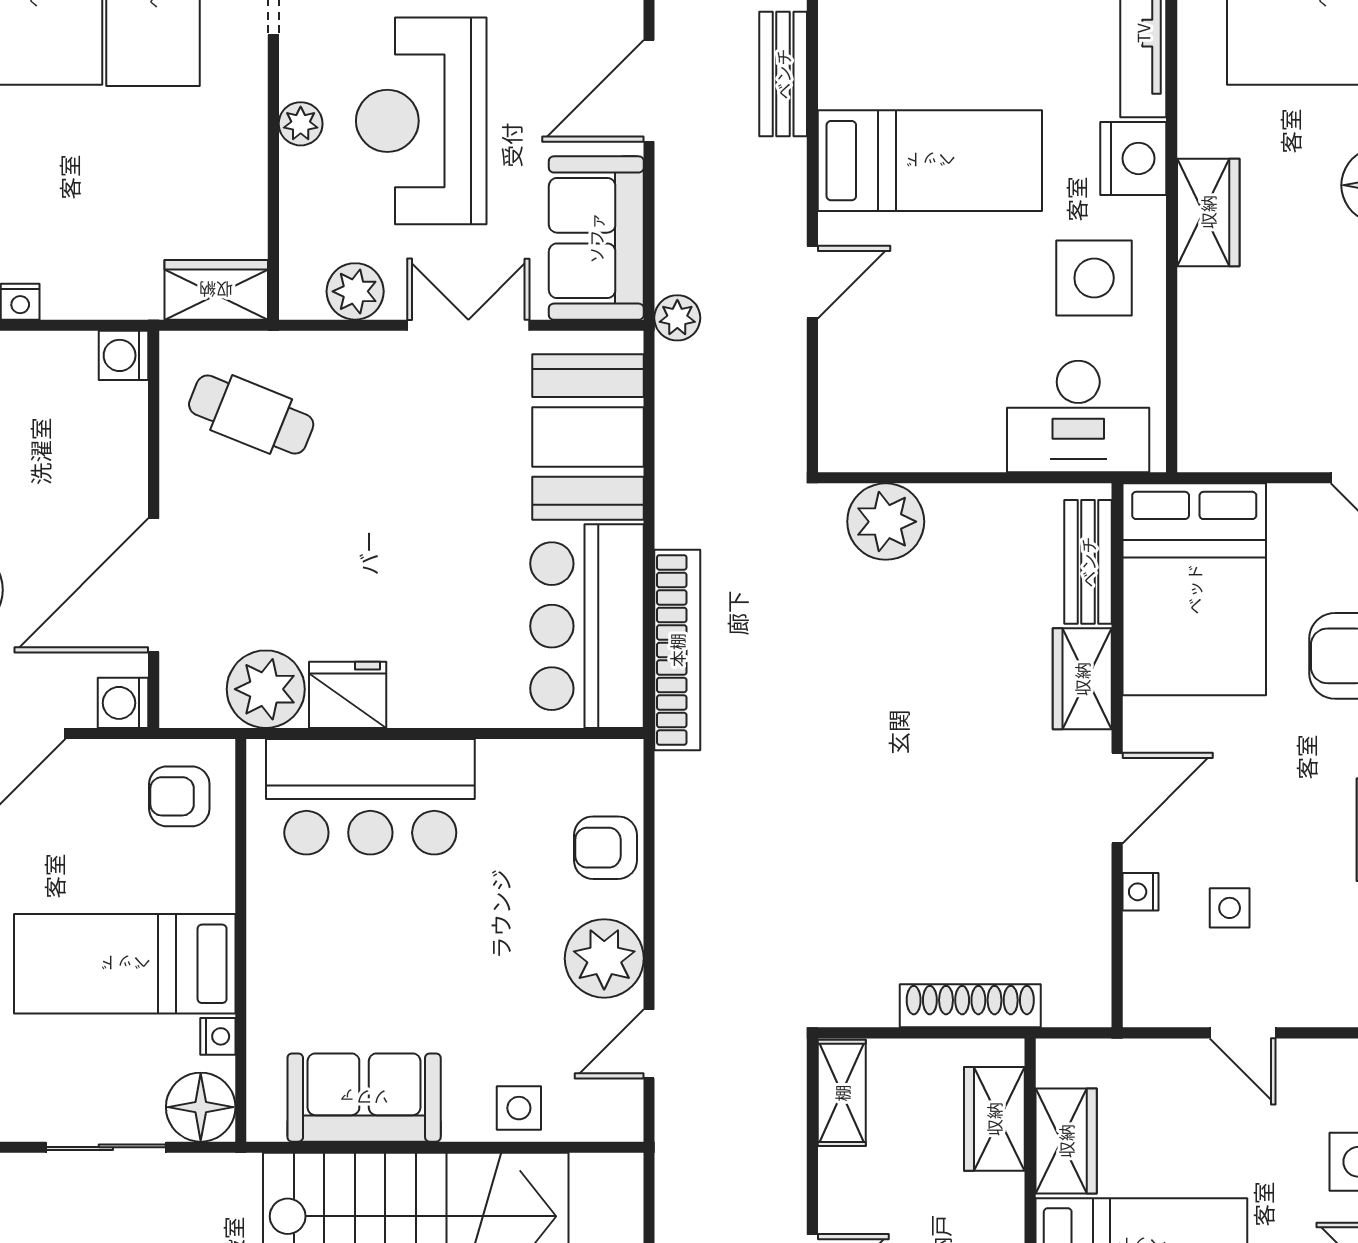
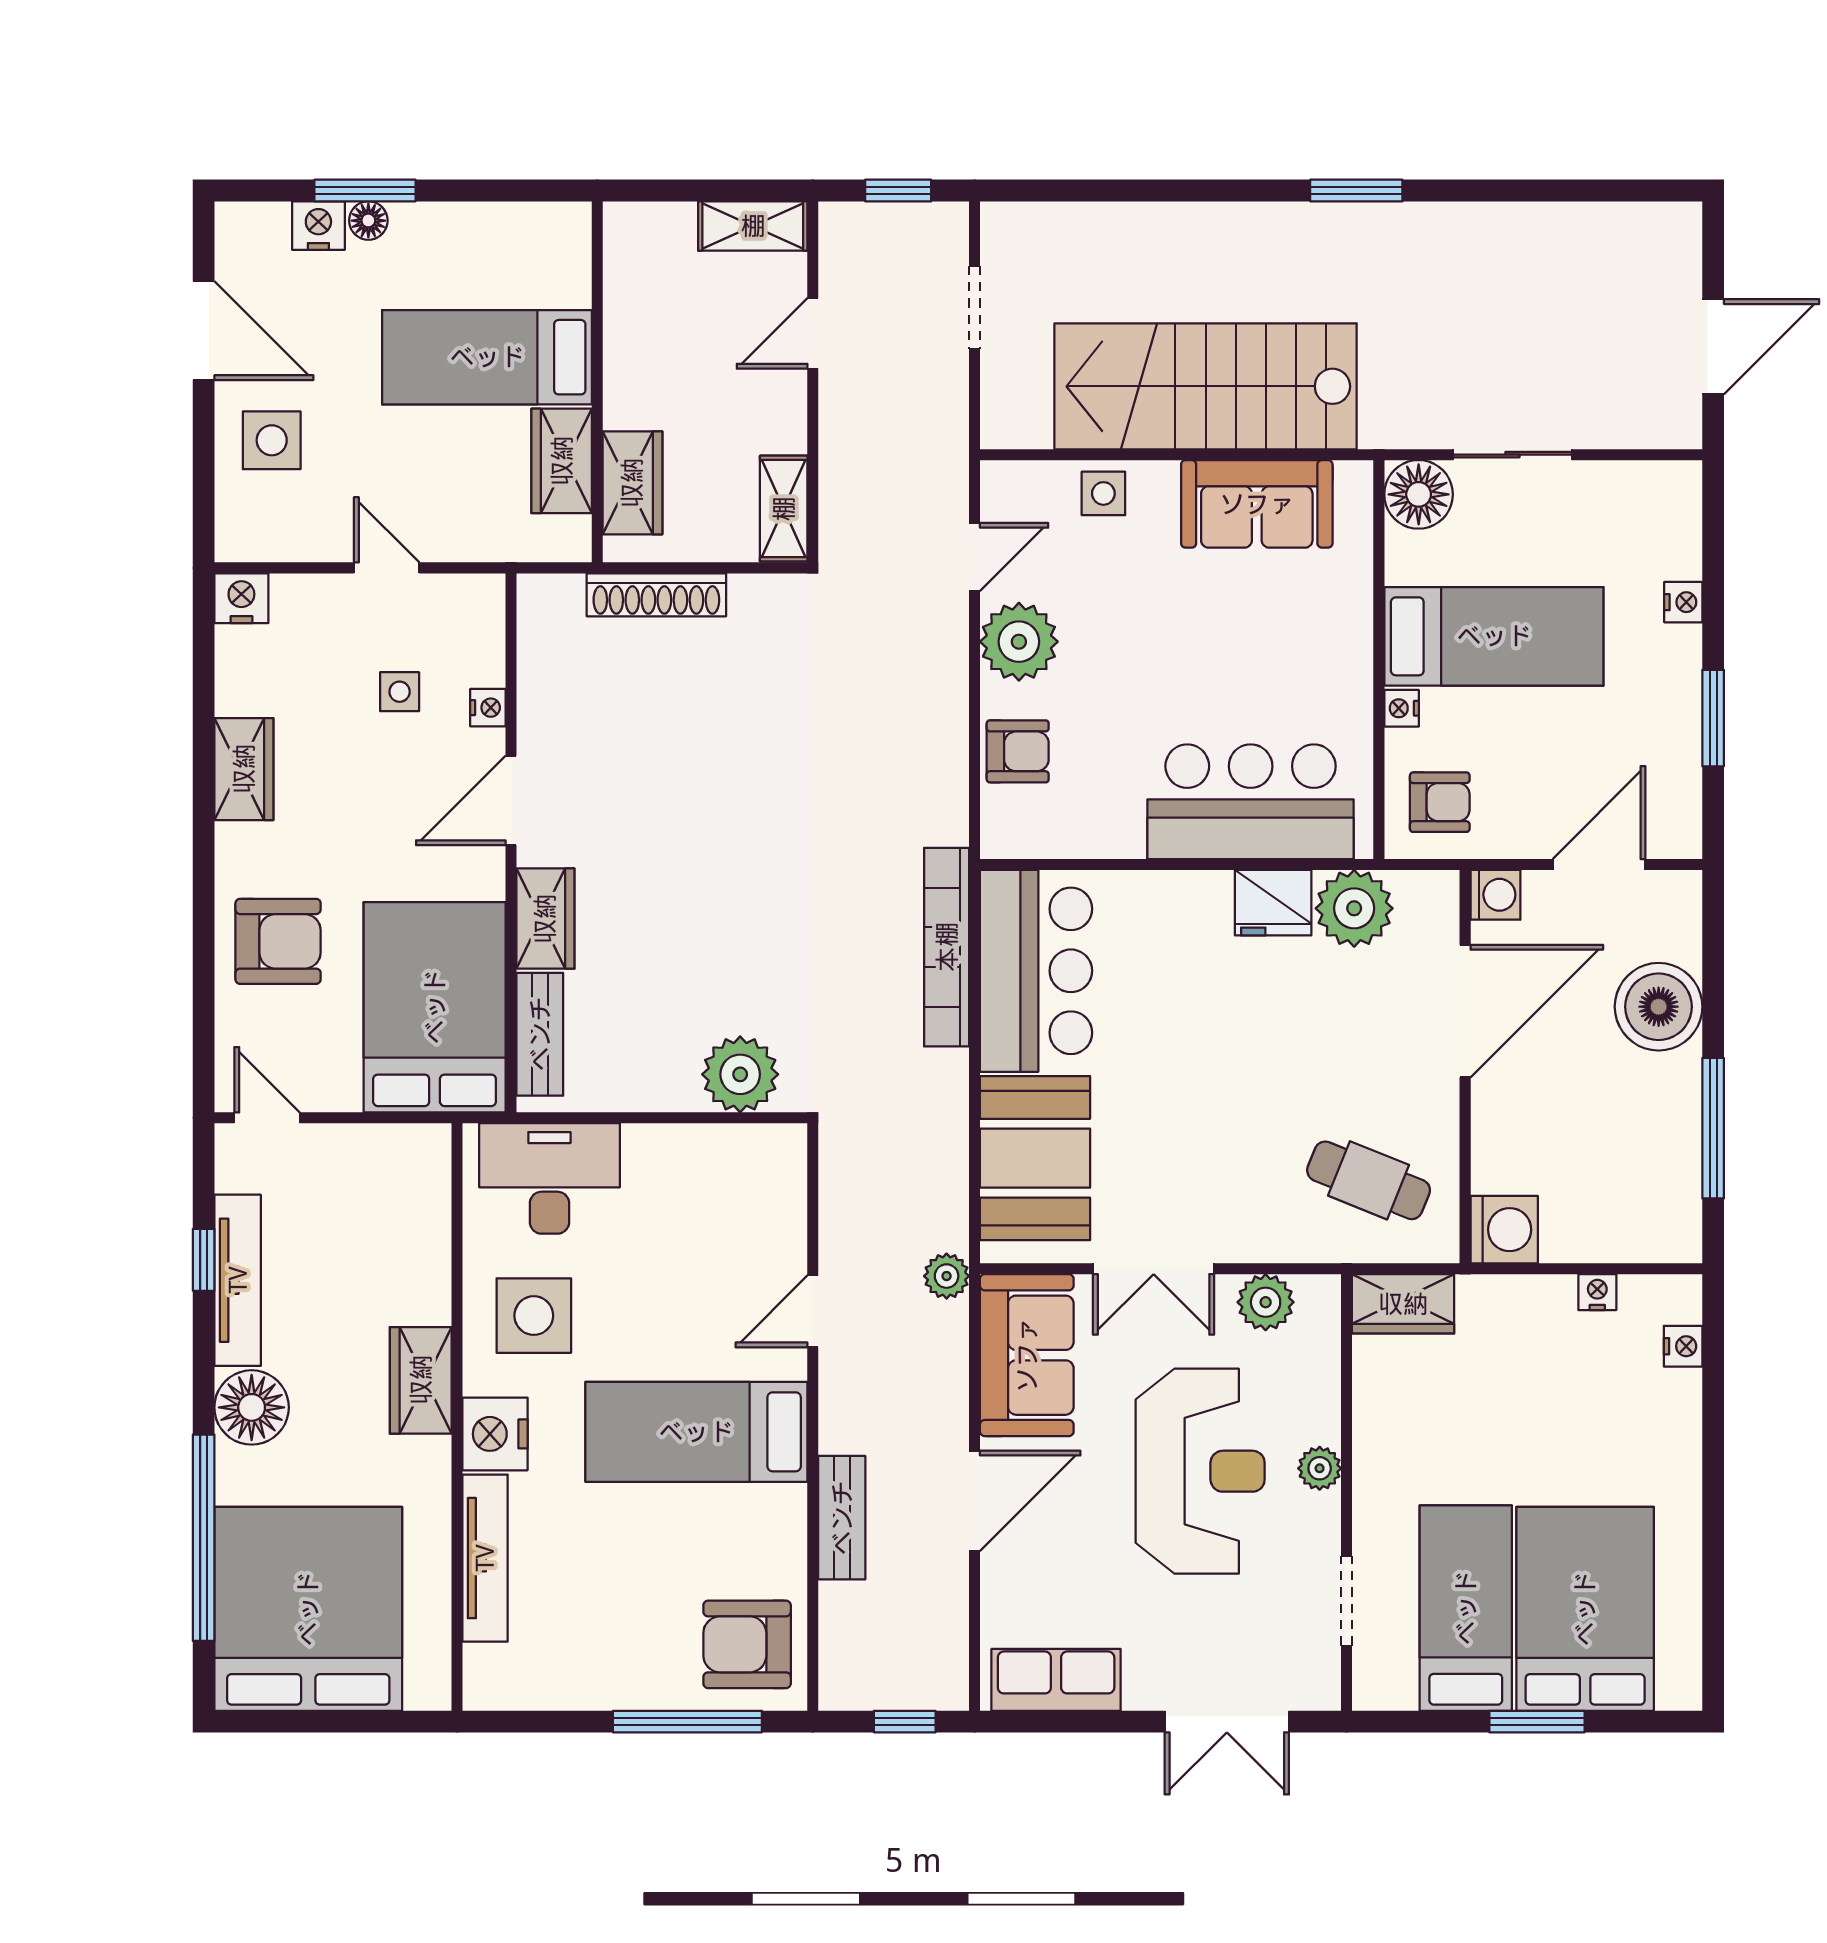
washing machine: (124, 355) -> (1504, 1230), width x1.38, depth x1.38
nightstand: (218, 1036) -> (1402, 708), moved

